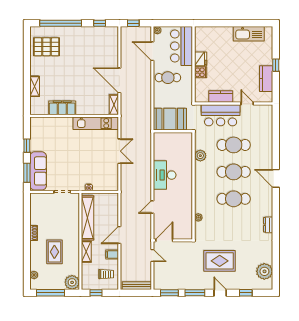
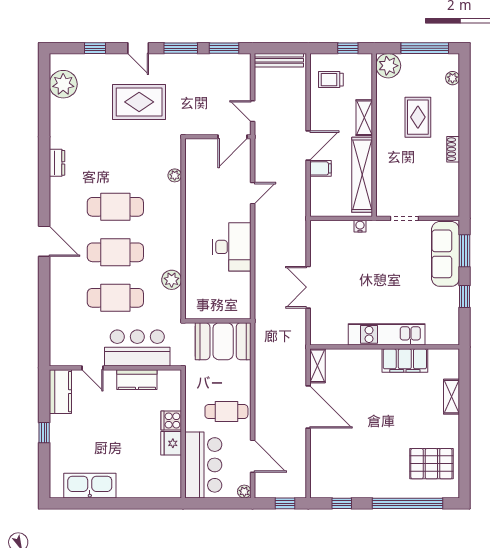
kitchen counter: (266, 79) -> (60, 392), moved
kitchen unit: (96, 123) -> (387, 334), moved
filing cabinet: (112, 255) -> (321, 168), moved

